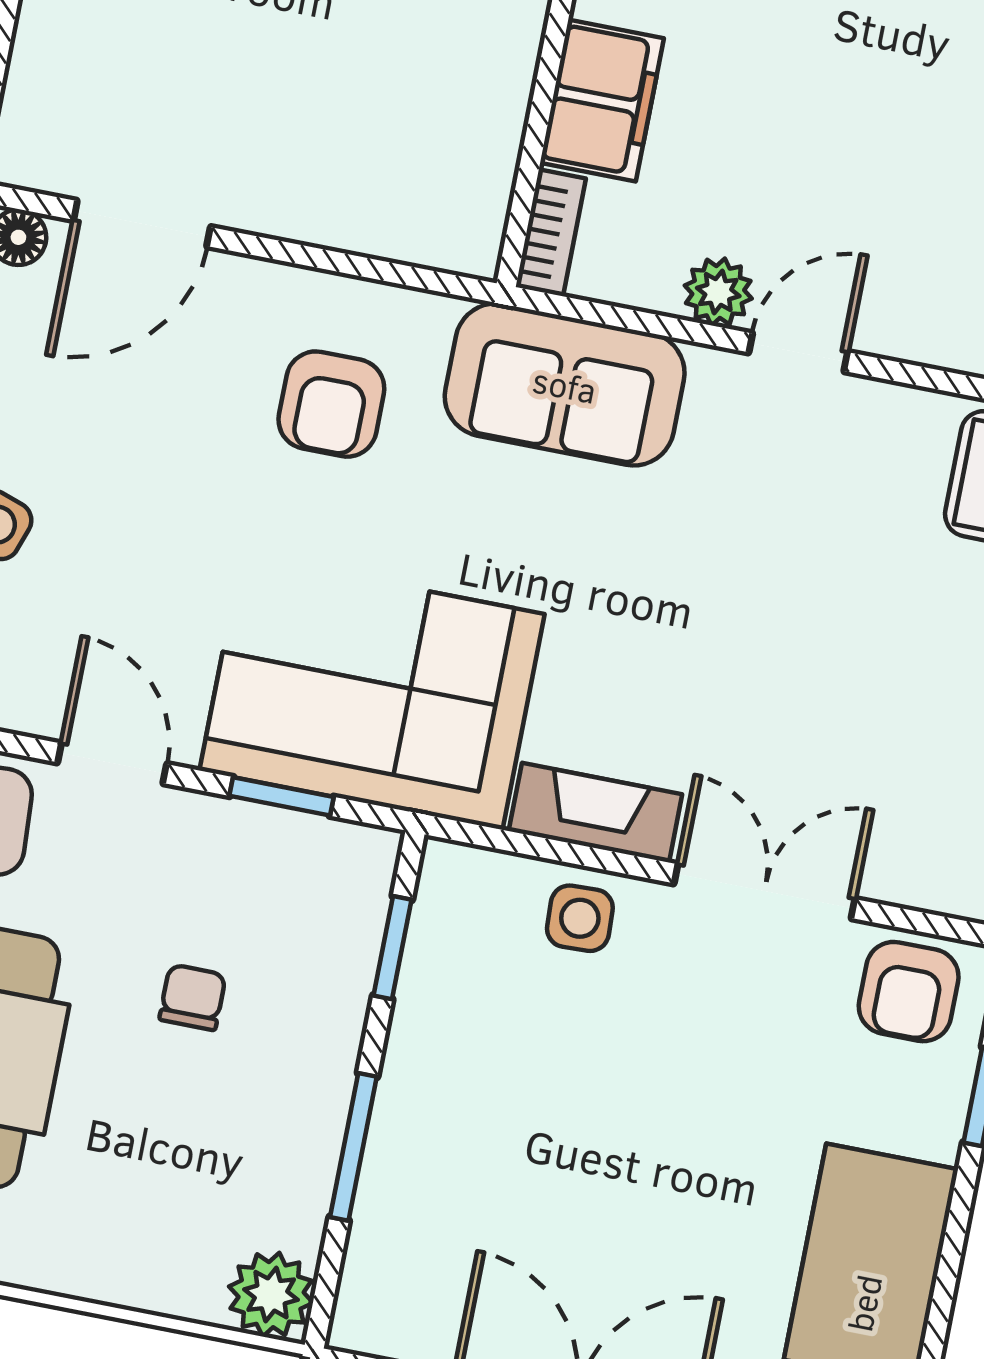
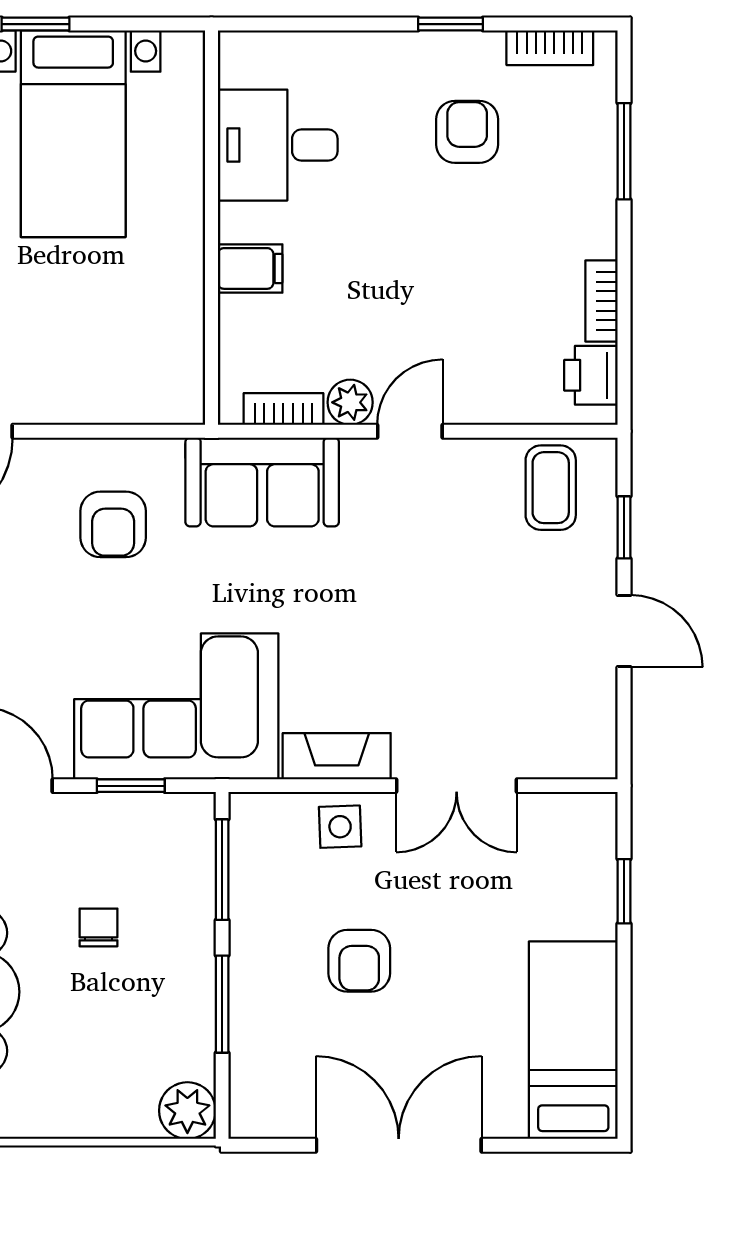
filing cabinet: (602, 100) -> (250, 268), width x0.50
bookcase: (551, 233) -> (283, 409), moved, turned -90
double door: (765, 891) -> (457, 786), swing flipped
window: (393, 948) -> (222, 870), width x1.50
armchair: (909, 992) -> (359, 961), moved

